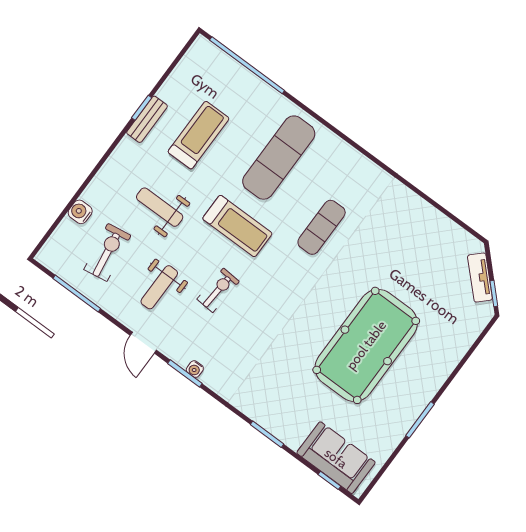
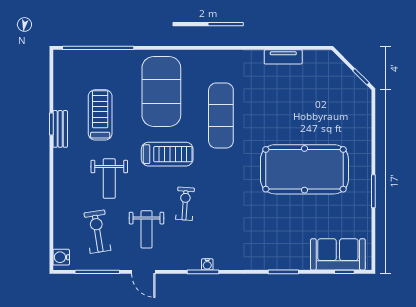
exercise mat: (279, 158) -> (161, 91), width x1.47
weight bench: (160, 207) -> (109, 178), turned -90
water cooler: (80, 212) -> (61, 257), moved
exercise mat: (322, 227) -> (221, 116), width x1.36, depth x1.45
tv unit: (480, 278) -> (283, 57), moved, turned -45
door: (143, 343) -> (143, 272), moved
pool table: (366, 345) -> (304, 169), turned 90

